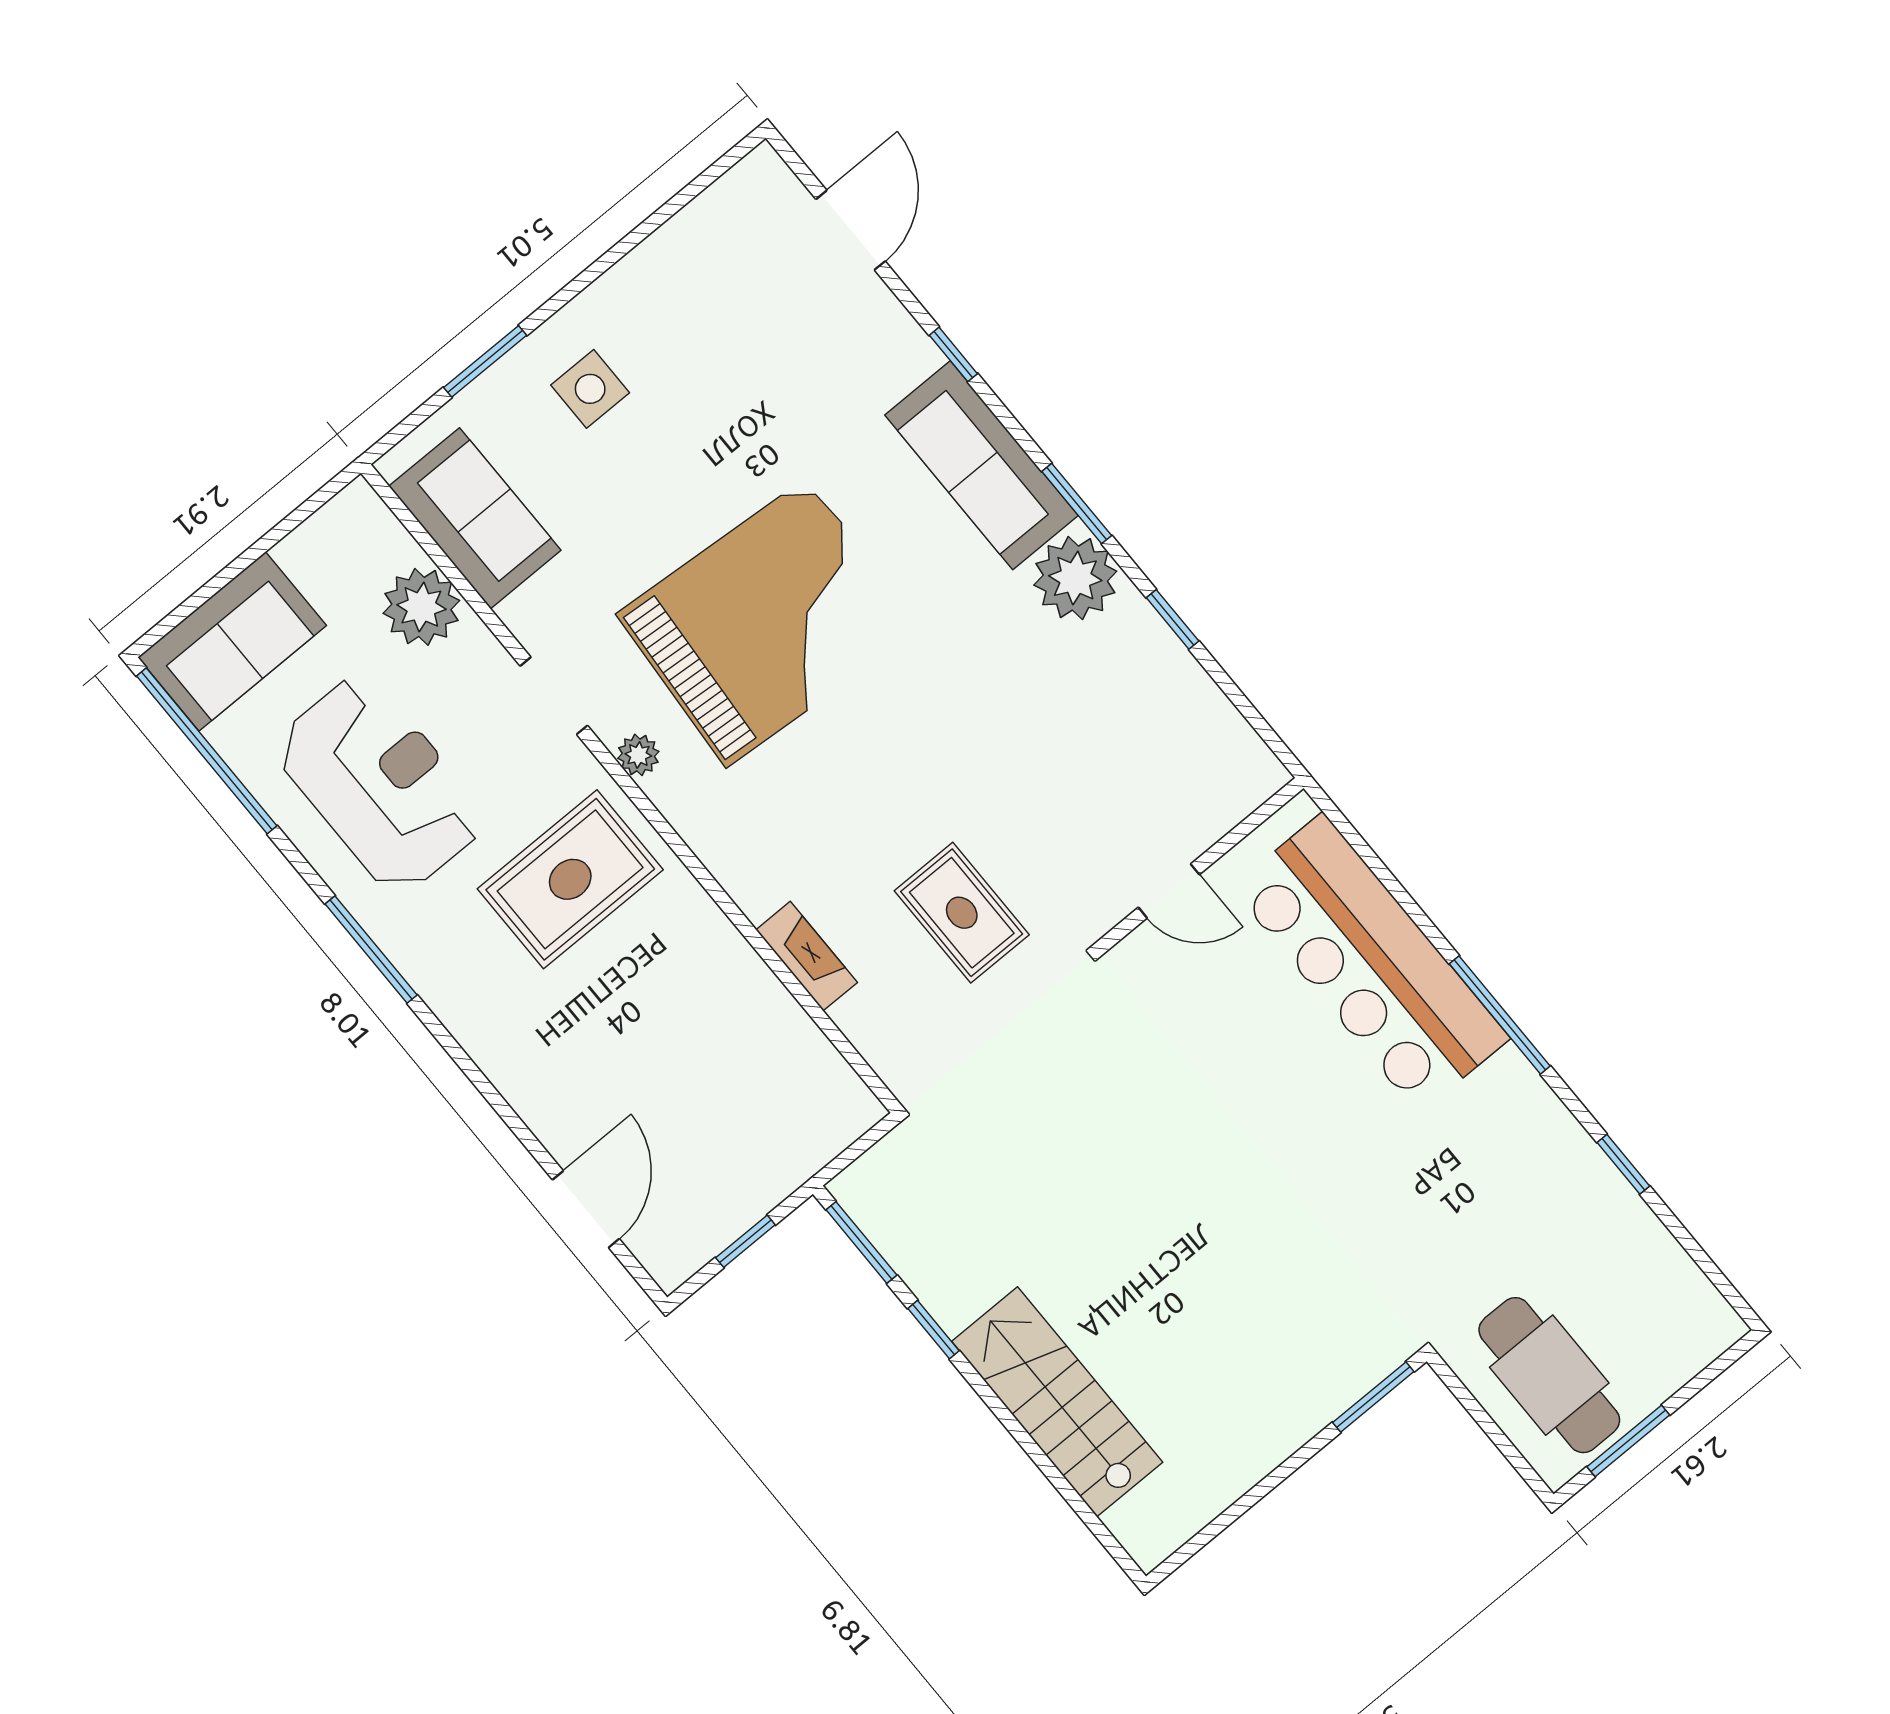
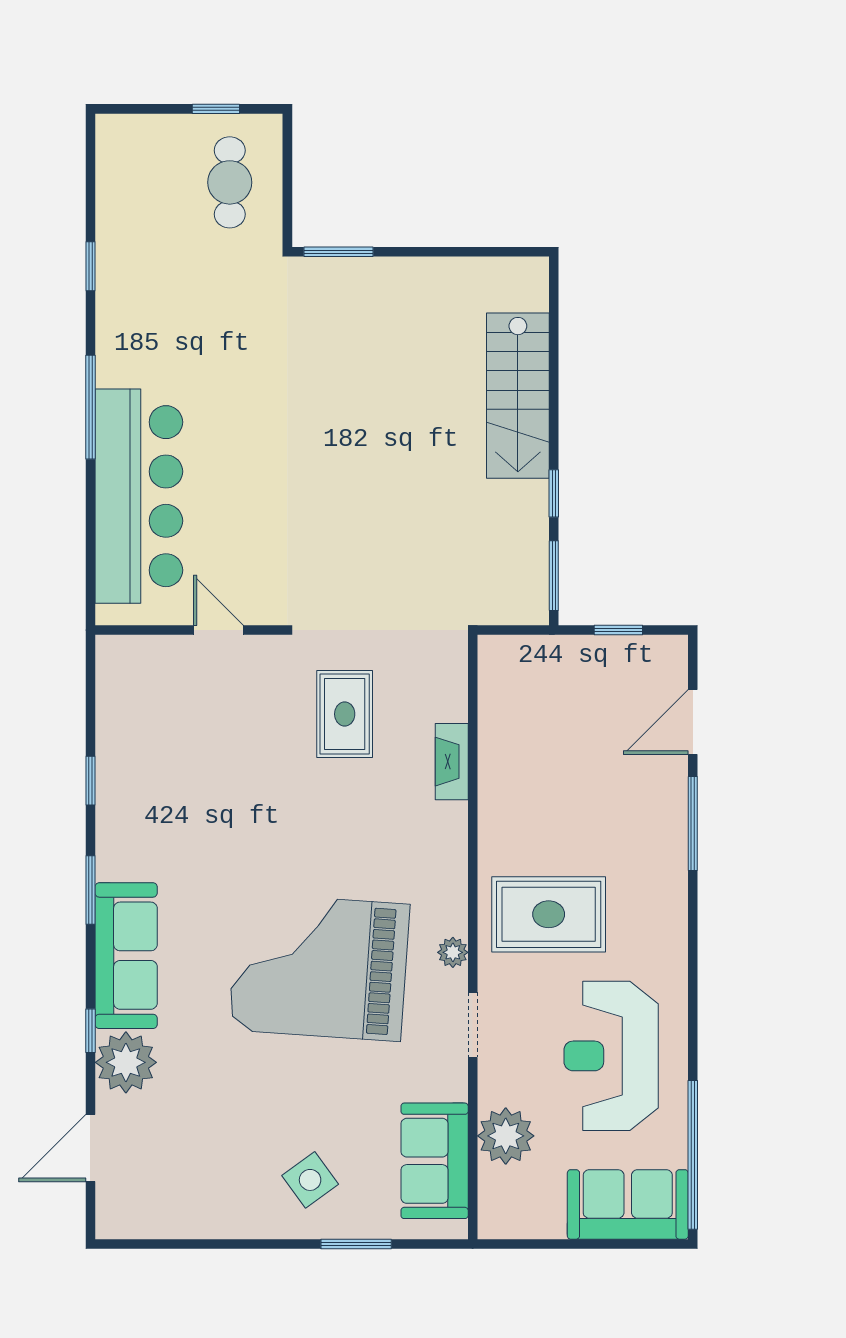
side table: (590, 389) -> (310, 1180), turned -36
plant: (1075, 578) -> (126, 1062), moved
window: (371, 949) -> (693, 824), moved
cafe table: (1549, 1375) -> (230, 182), width x0.73, depth x0.74
window: (1628, 1441) -> (216, 109), width x0.67

